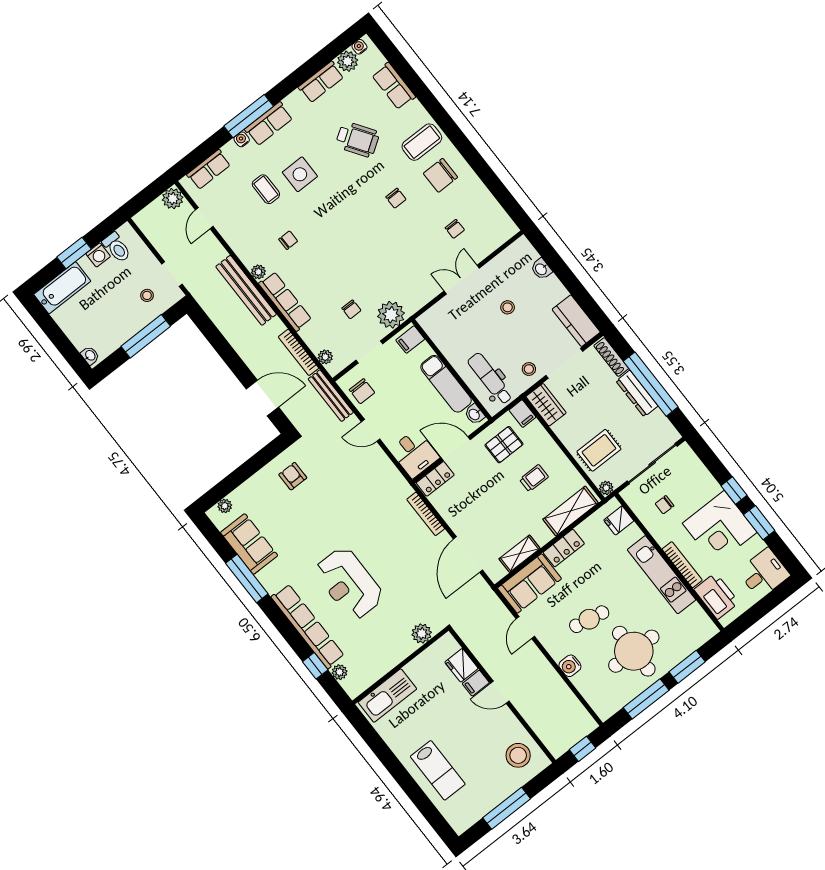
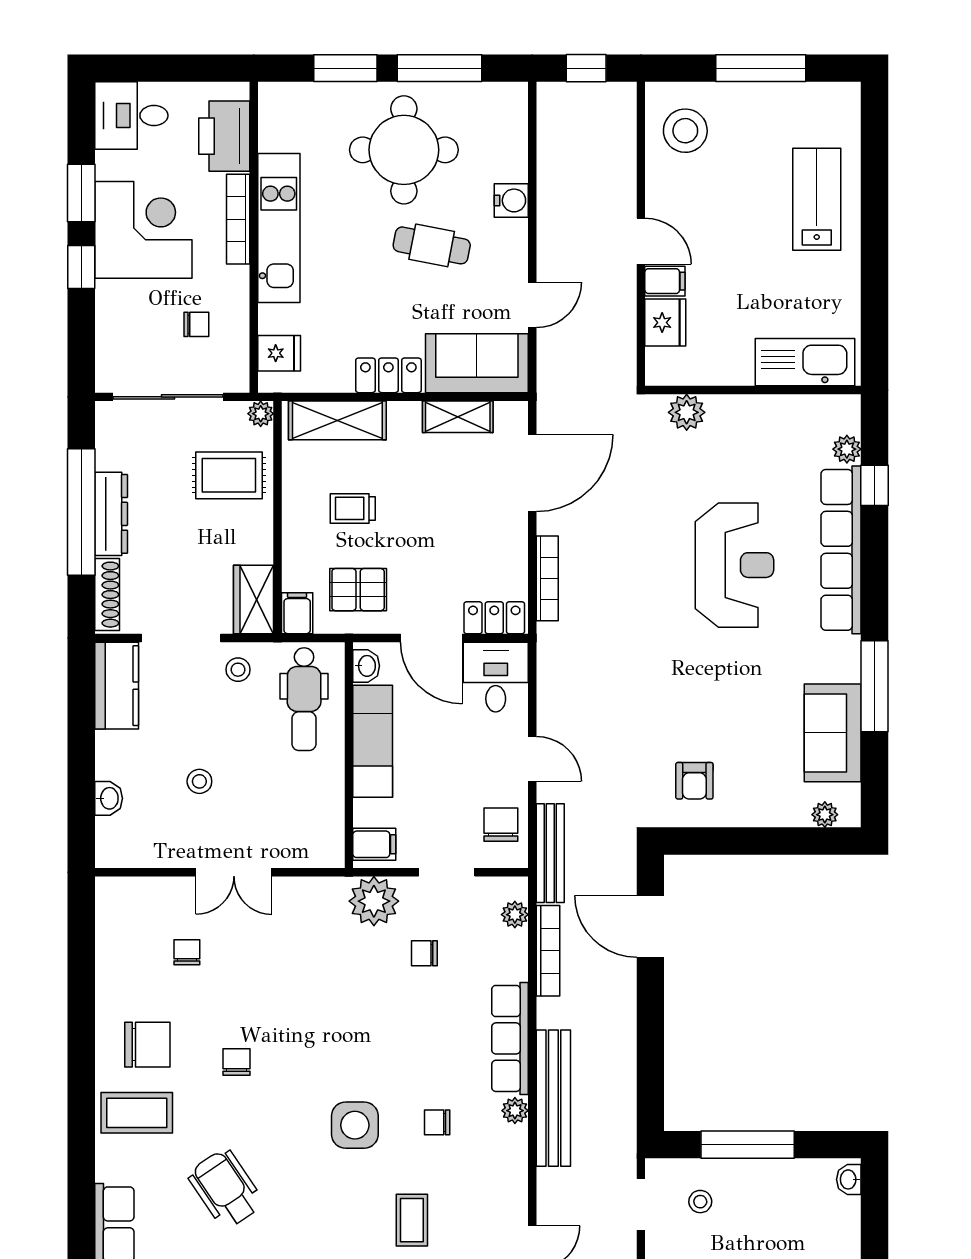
side table: (300, 174) -> (355, 1125), moved
chair: (351, 309) -> (424, 953), turned -90

